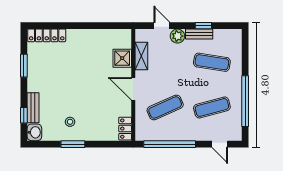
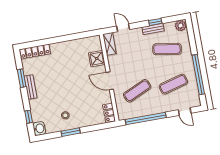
plant: (177, 36) -> (181, 26), moved
shelving: (141, 56) -> (110, 44), moved
bench: (33, 108) -> (30, 87), moved

